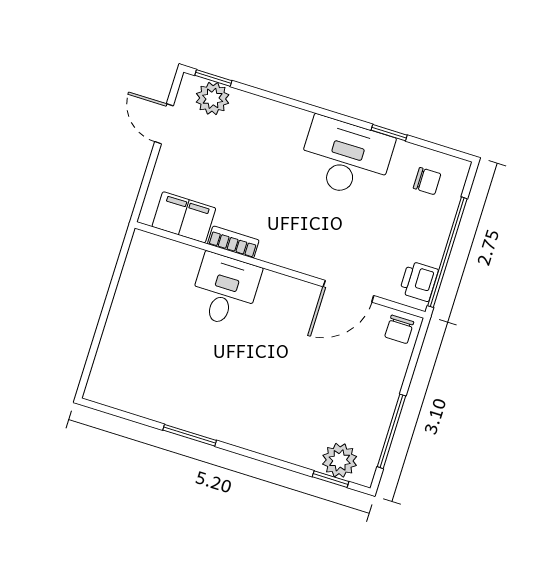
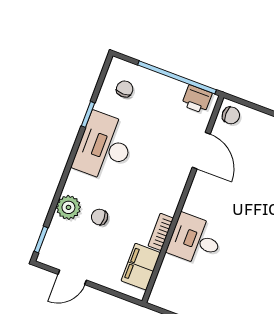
plant: (213, 98) -> (68, 207), moved
chair: (249, 157) -> (99, 217), added

